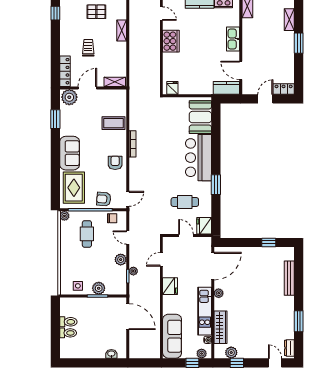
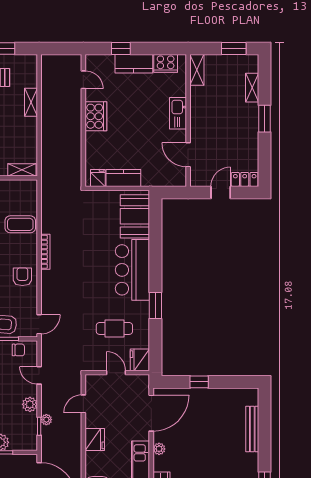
kitchen counter: (226, 88) -> (123, 178), moved
window: (269, 242) -> (199, 382), moved

